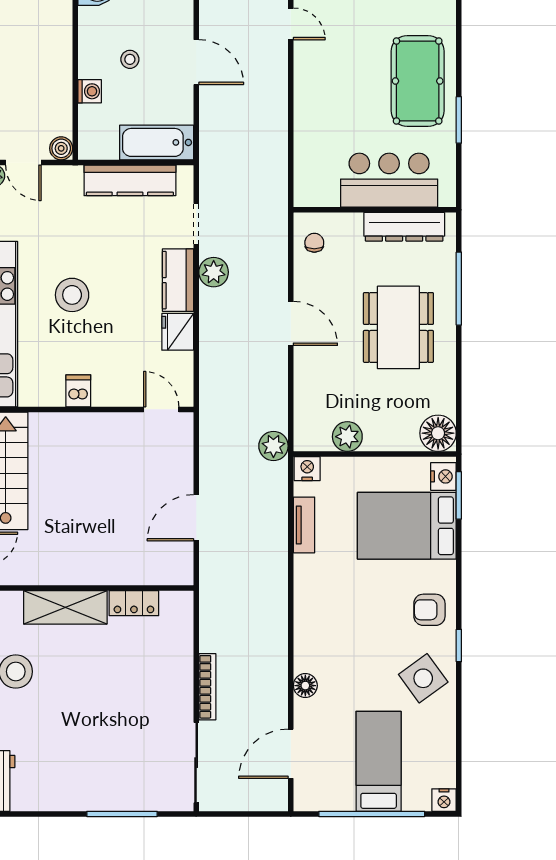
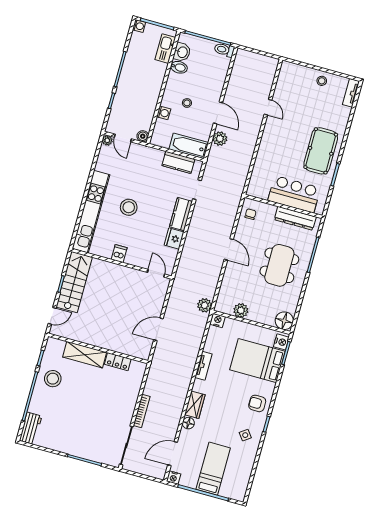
kitchen counter: (130, 180) -> (178, 162), width x0.67
plant: (214, 272) -> (220, 139), moved
tv unit: (304, 525) -> (203, 366), moved
wardrobe: (308, 646) -> (195, 405), added
side table: (423, 678) -> (245, 435), width x0.54, depth x0.54
nightstand: (444, 800) -> (174, 478), moved

